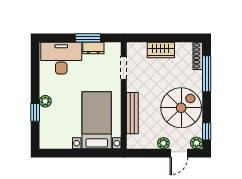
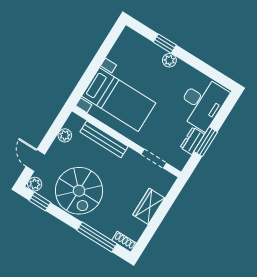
shoe rack: (198, 56) -> (124, 242), width x0.70
plant: (163, 143) -> (65, 135), moved

